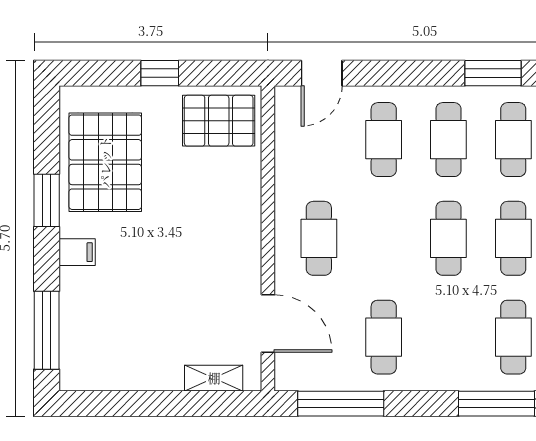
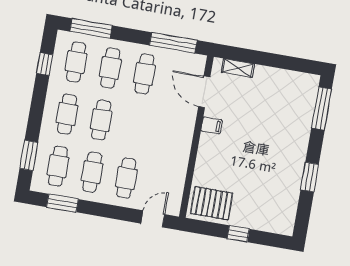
pallet: (105, 162) -> (275, 192), removed
cafe table: (319, 238) -> (110, 68), moved
filing cabinet: (77, 252) -> (212, 125), moved, turned 180

